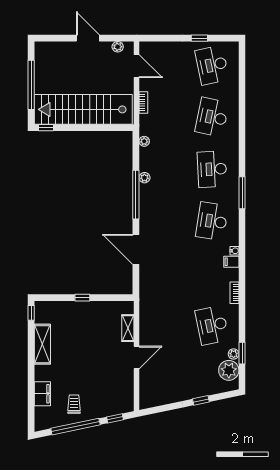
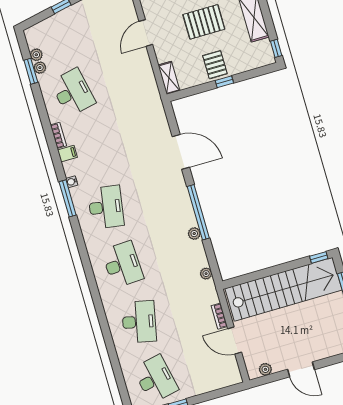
door: (137, 66) -> (235, 341), moved
window: (242, 193) -> (68, 198), moved
filing cabinet: (231, 262) -> (67, 154), moved
pallet: (86, 314) -> (215, 65), added
shelving: (128, 328) -> (169, 78), moved
pallet: (85, 353) -> (204, 22), added
plant: (229, 370) -> (36, 55), width x0.53, depth x0.53

